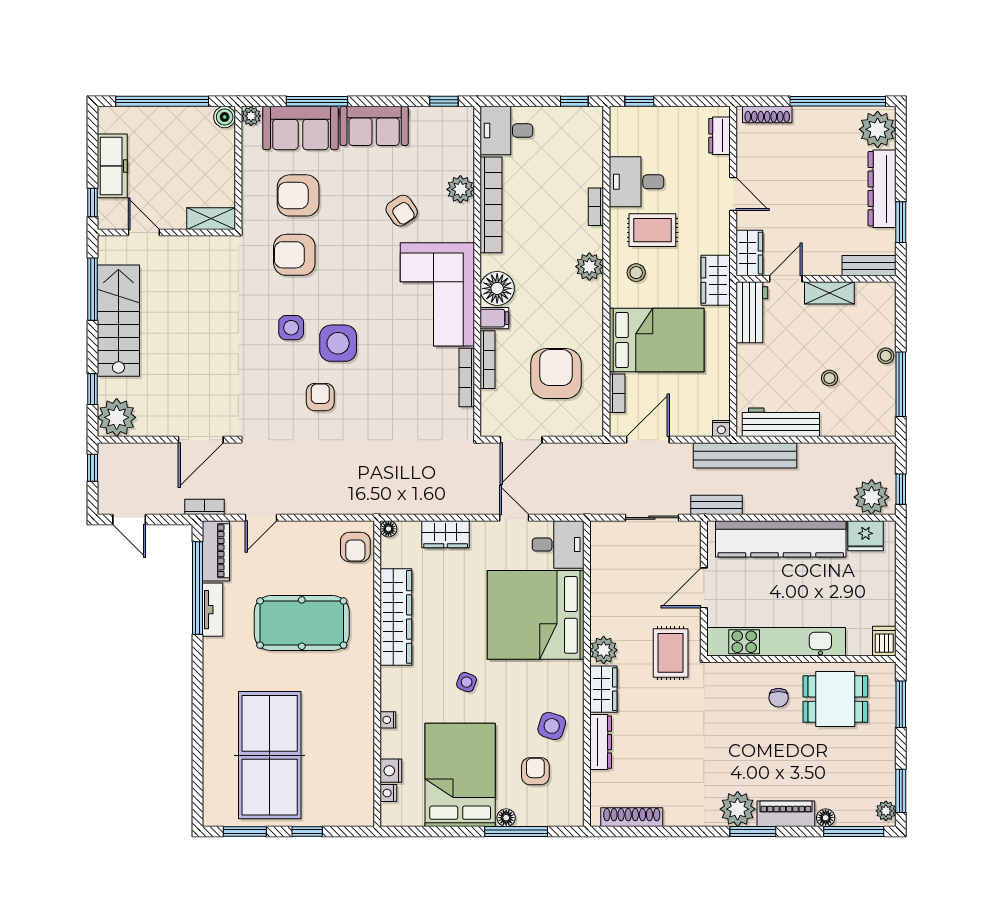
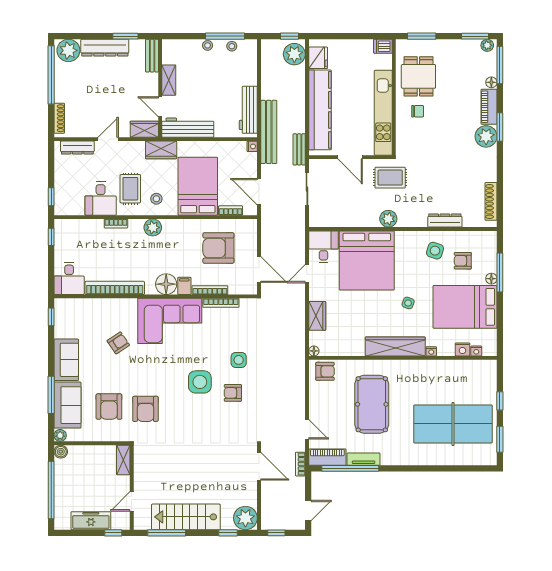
dresser: (720, 136) -> (77, 148), width x1.44
plant: (460, 189) -> (105, 307), removed
workbench: (752, 312) -> (188, 128), width x1.37
side table: (291, 328) -> (239, 360), moved
stool: (830, 378) -> (232, 46), moved
wardrobe: (396, 617) -> (395, 346), moved
wardrobe: (603, 689) -> (412, 219), removed

